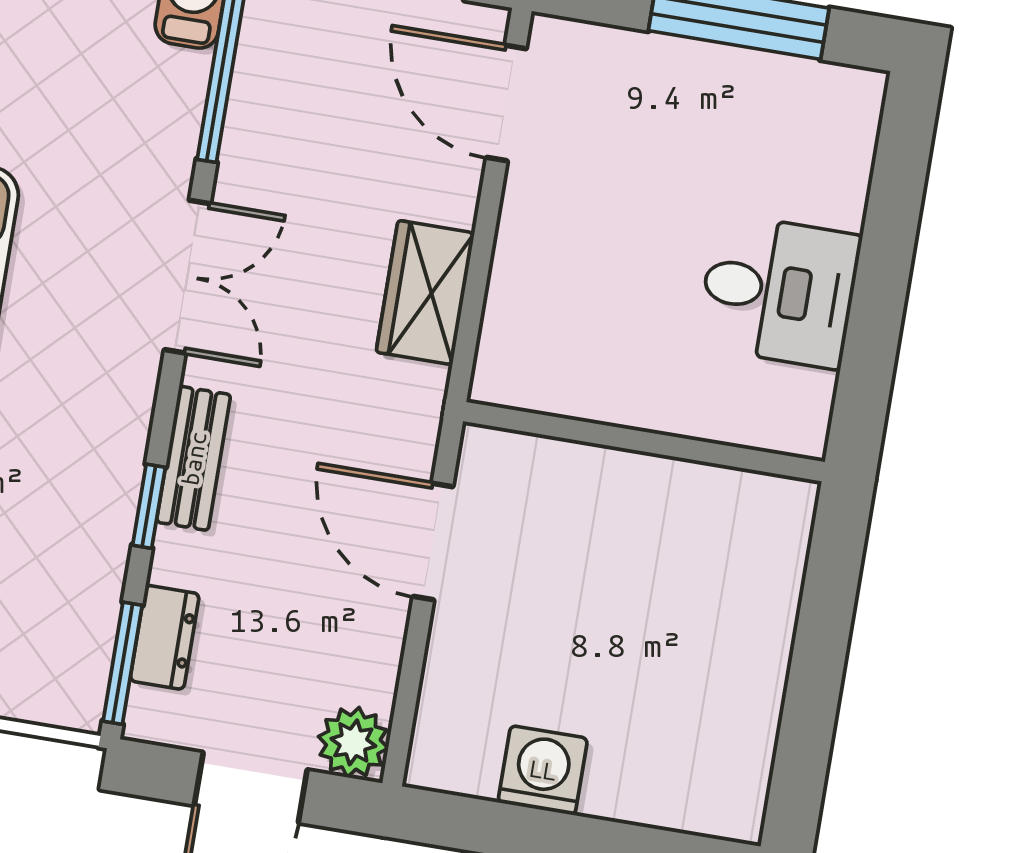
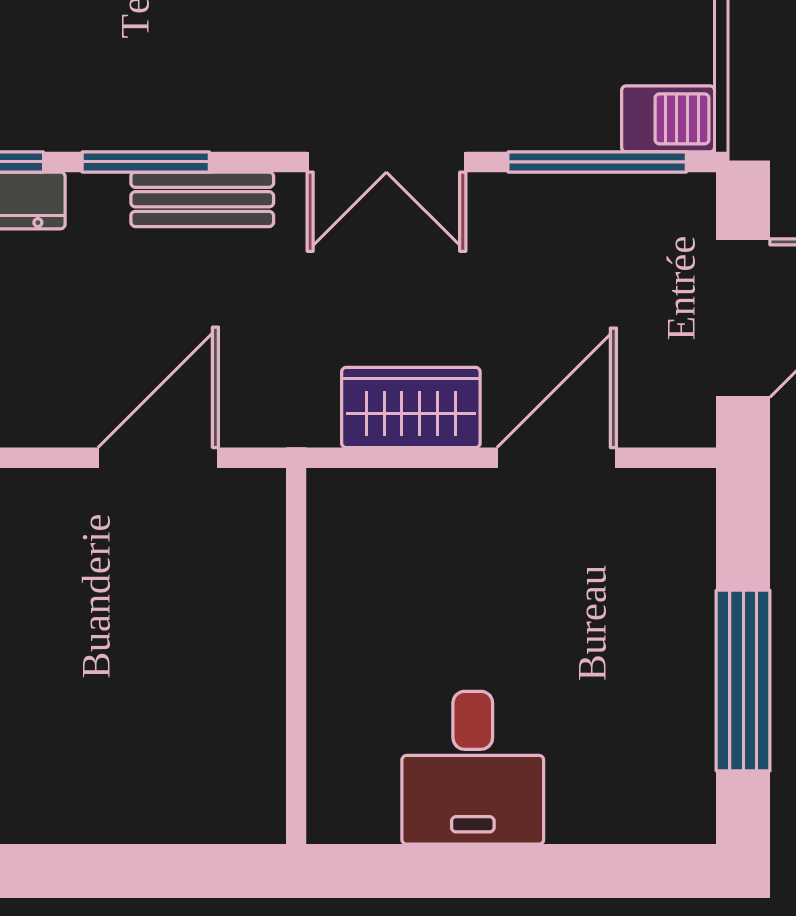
door: (506, 103) -> (557, 458), moved
window: (149, 506) -> (146, 162), width x1.50

